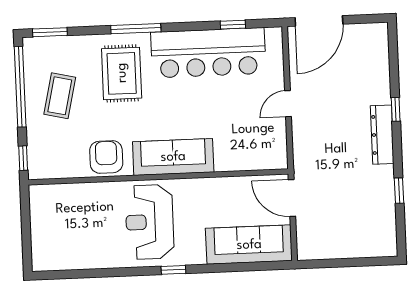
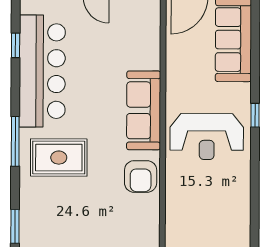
coffee table: (60, 96) -> (78, 220), removed
armchair: (106, 157) -> (141, 176), turned -90

